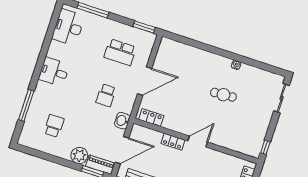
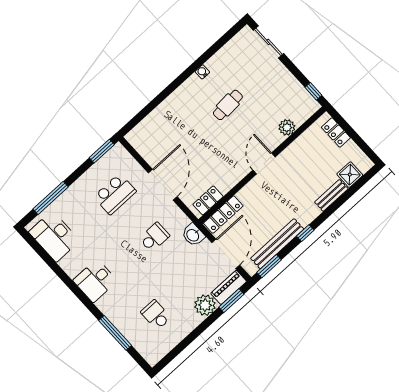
school desk: (106, 95) -> (154, 237), turned -90
locker: (173, 142) -> (223, 215), moved, width x1.53
plant: (231, 143) -> (287, 127), added

